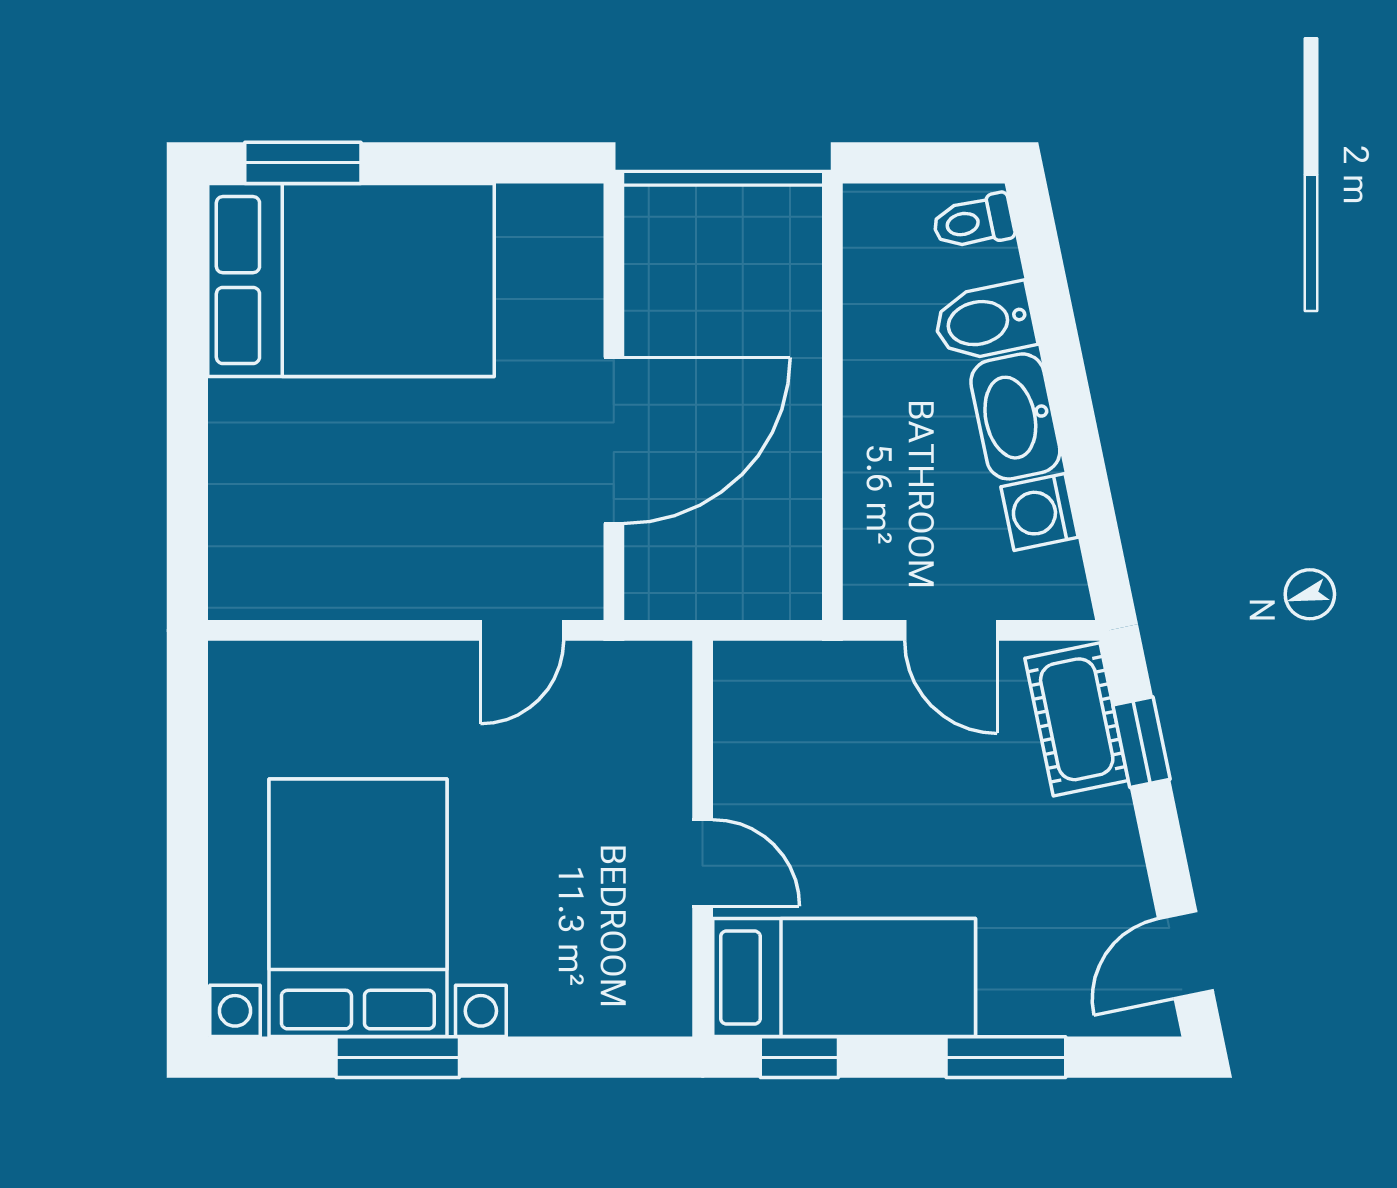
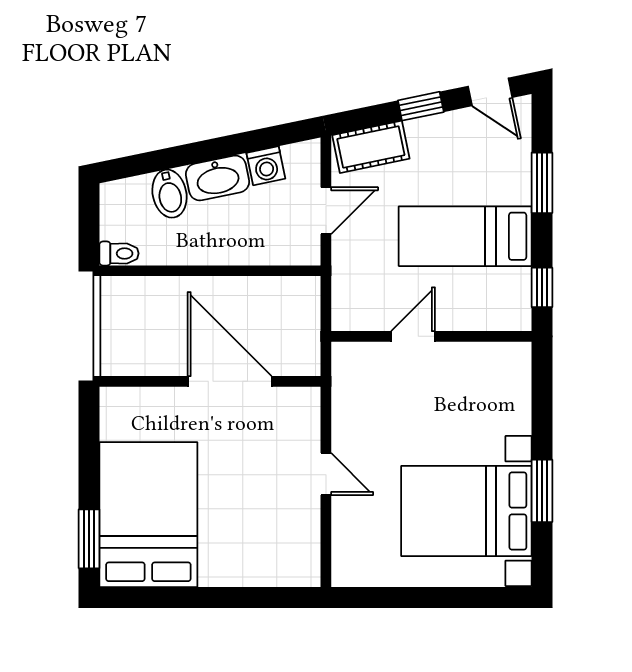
toilet: (973, 222) -> (119, 253), moved, turned -78
door: (522, 630) -> (326, 474), moved
window: (1141, 742) -> (421, 106), moved
door: (703, 863) -> (413, 336), moved
bed: (844, 978) -> (465, 236), moved, turned -90

